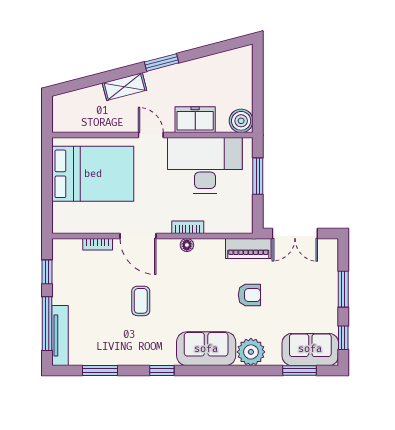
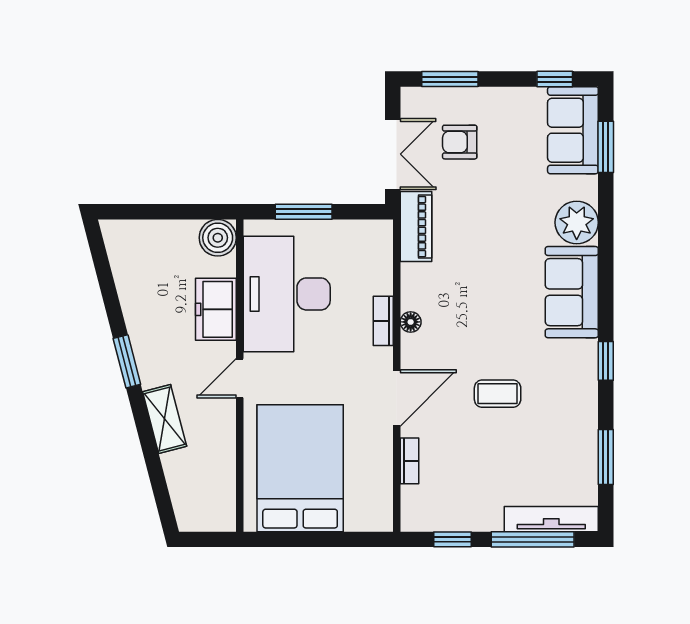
window: (343, 289) -> (450, 79), moved
armchair: (249, 295) -> (460, 142), moved, turned -90

